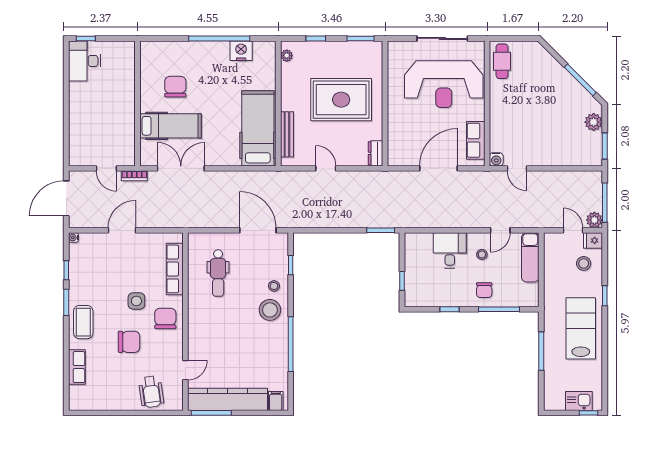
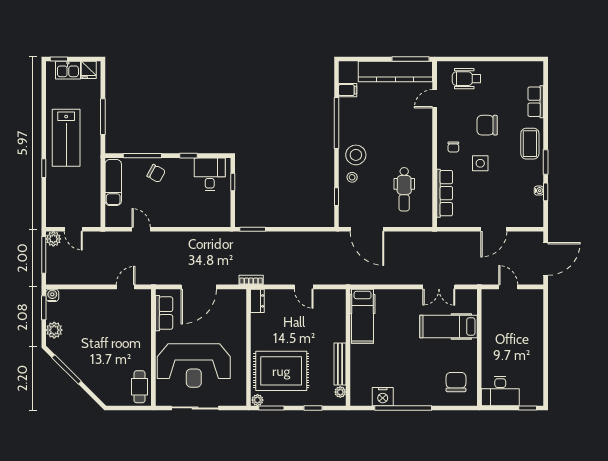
plant: (375, 47) -> (257, 400), added
desk: (84, 61) -> (500, 391), moved, turned 90
reception desk: (444, 84) -> (194, 365), turned 180
chair: (175, 87) -> (456, 382), moved, turned 180
rug: (341, 100) -> (281, 371), moved
hospital bed: (258, 128) -> (363, 316), width x0.73, depth x0.78
bench: (287, 134) -> (340, 364), moved
water cooler: (496, 159) -> (52, 295), moved
double door: (181, 168) -> (439, 287), width x0.73
door: (517, 168) -> (126, 287), hinge flipped
bookcase: (134, 176) -> (251, 280), moved
door: (500, 230) -> (141, 229), hinge flipped
water cooler: (74, 238) -> (539, 191), moved
fridge: (593, 240) -> (89, 70), moved, turned 90
desk: (450, 250) -> (210, 174), moved, turned 180
stool: (482, 254) -> (158, 207), removed
exam couch: (530, 257) -> (113, 183), moved
stool: (584, 263) -> (63, 198), removed
dental chair: (218, 273) -> (404, 189), turned 180
chair: (484, 290) -> (156, 173), turned 118
chair: (165, 318) -> (453, 147), width x0.54, depth x0.54
wheelchair: (151, 392) -> (467, 79), turned -82
filing cabinet: (276, 401) -> (348, 90), moved, turned -90

